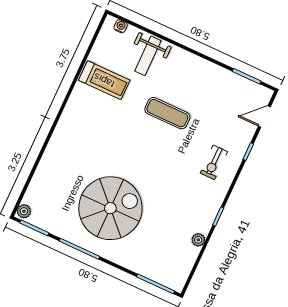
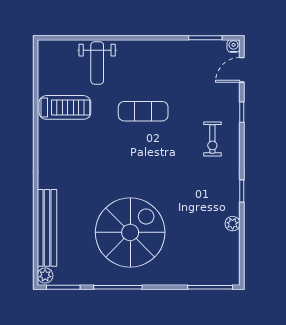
water cooler: (121, 26) -> (234, 46), moved
bench: (44, 173) -> (47, 228), added

